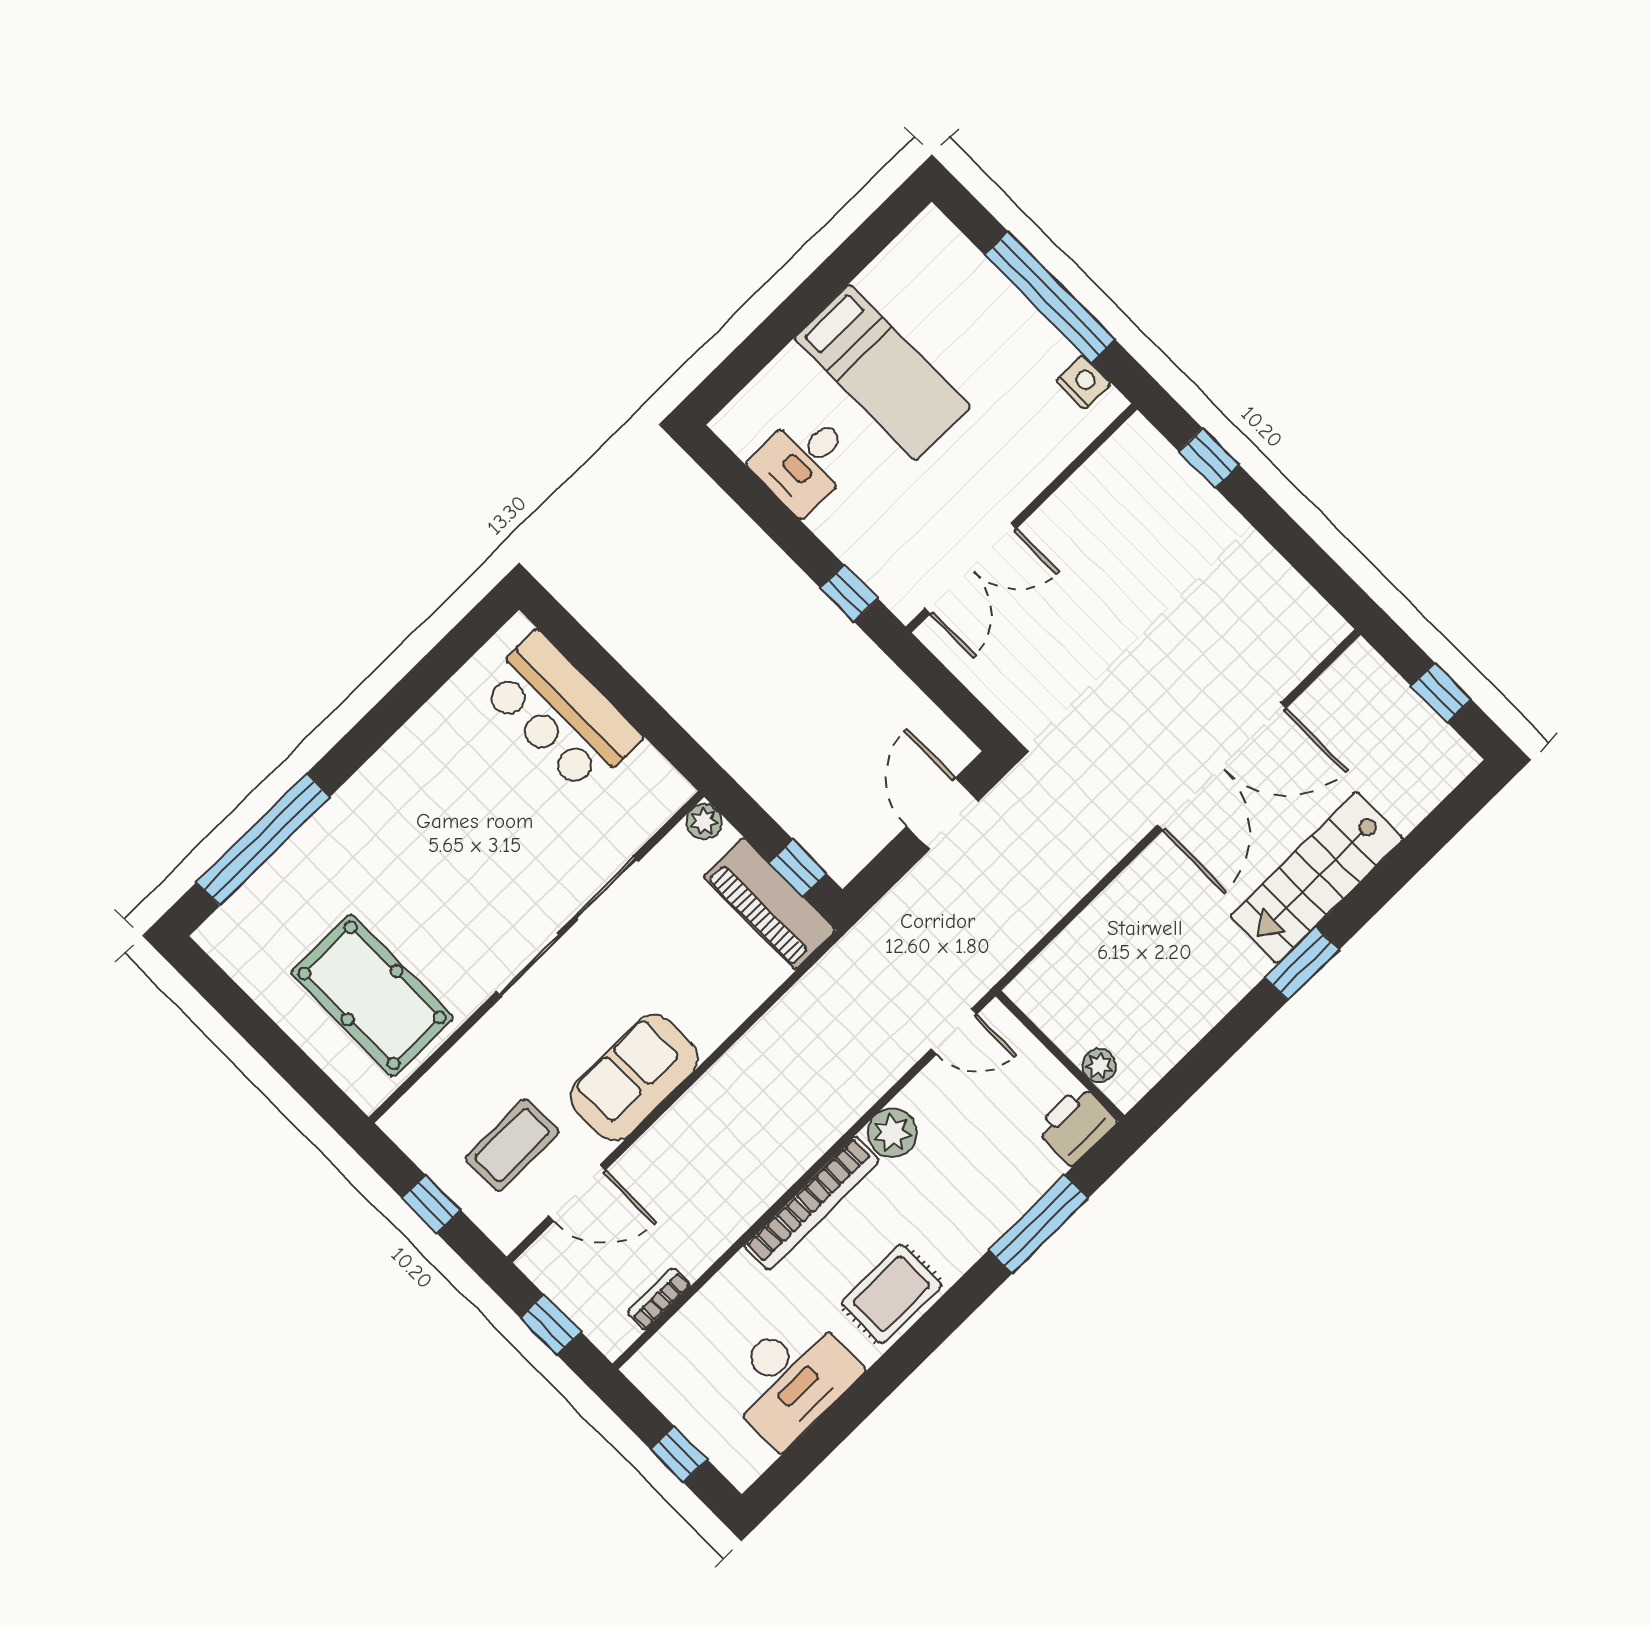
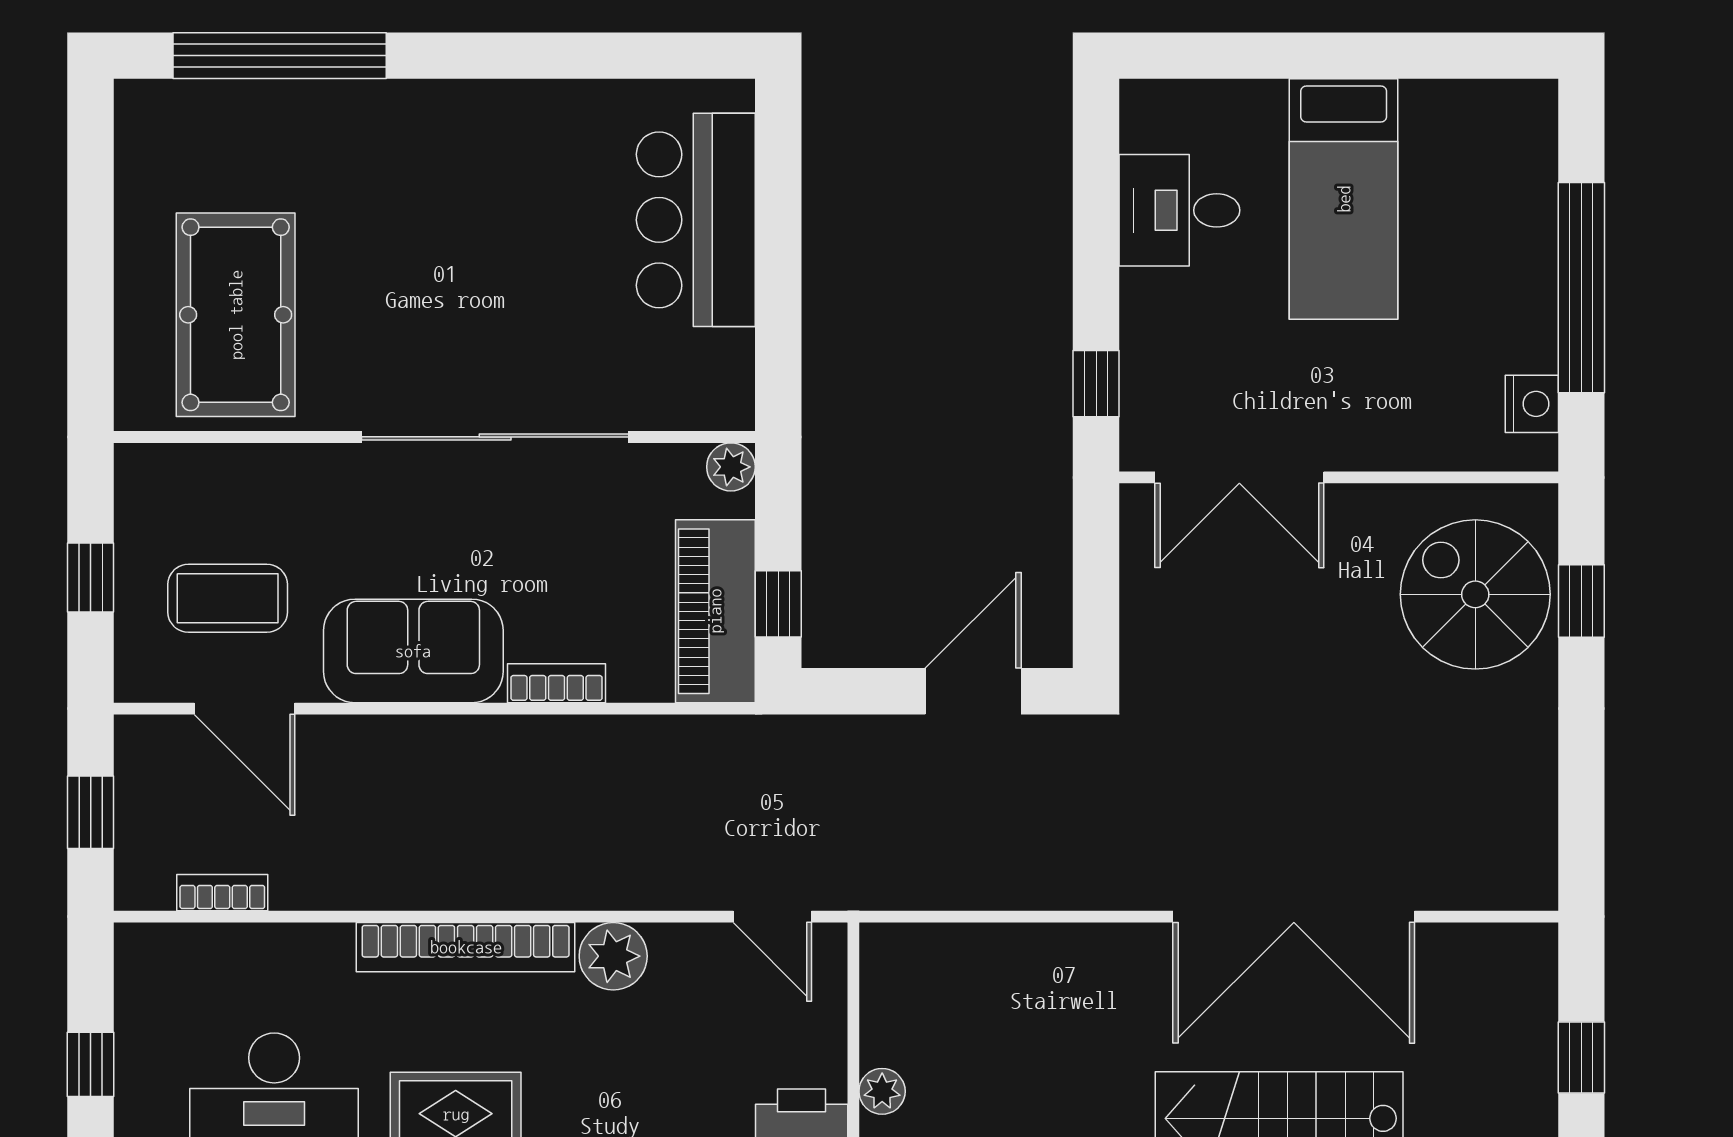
spiral stairs: (1151, 509) -> (1475, 594), added
bookcase: (724, 1021) -> (557, 683), added

